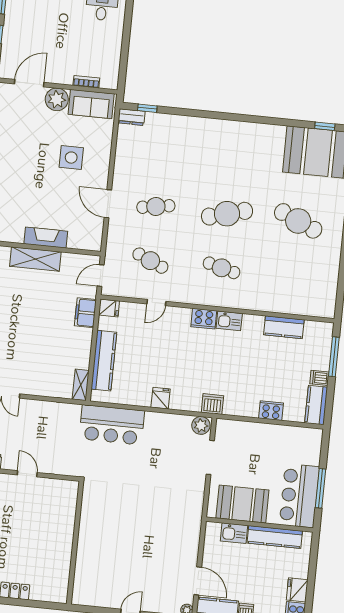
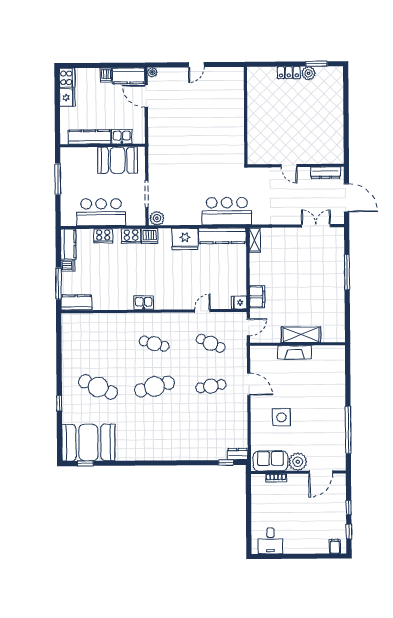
cooker: (204, 319) -> (131, 236), moved, turned 180
kitchen counter: (284, 327) -> (76, 303), moved
kitchen counter: (104, 361) -> (222, 236), moved, turned -90
fridge: (161, 398) -> (185, 239), width x1.88, depth x1.34
bar counter: (299, 496) -> (101, 212), moved, turned -90

